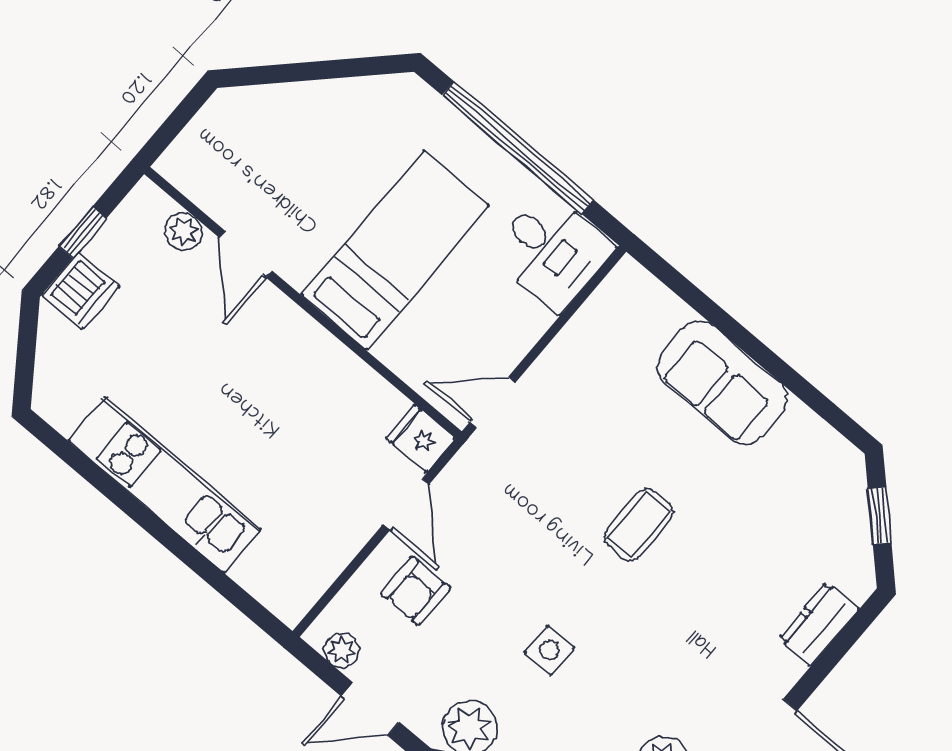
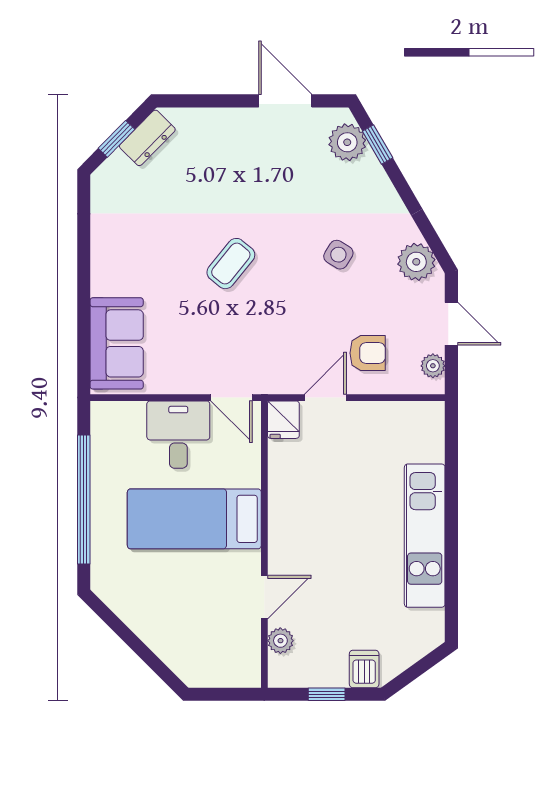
desk: (552, 251) -> (178, 435), moved
dishwasher: (81, 290) -> (364, 669), width x0.73
sofa: (723, 383) -> (117, 343), moved
coffee table: (639, 525) -> (231, 264), turned -51
dresser: (819, 624) -> (147, 138), moved, turned -45
side table: (549, 650) -> (338, 255), turned 32

